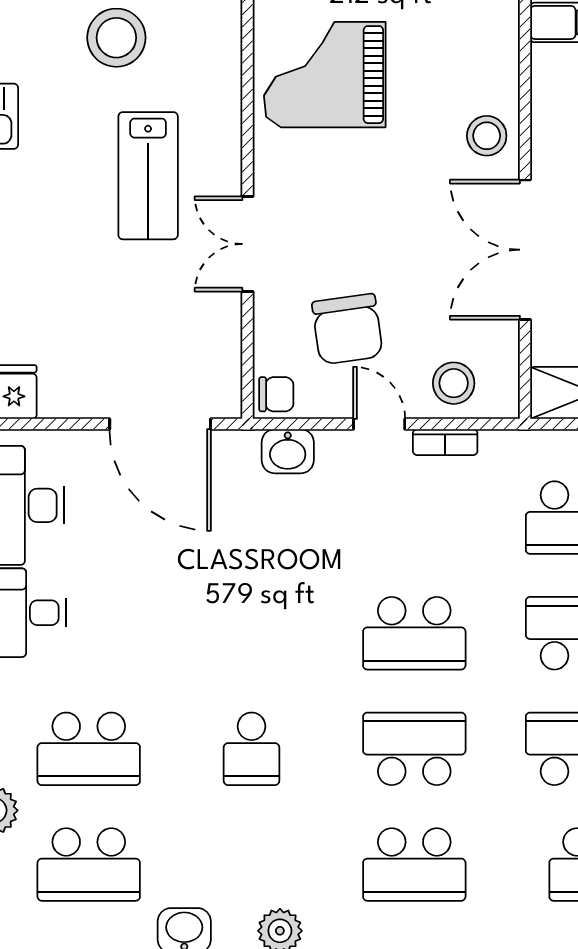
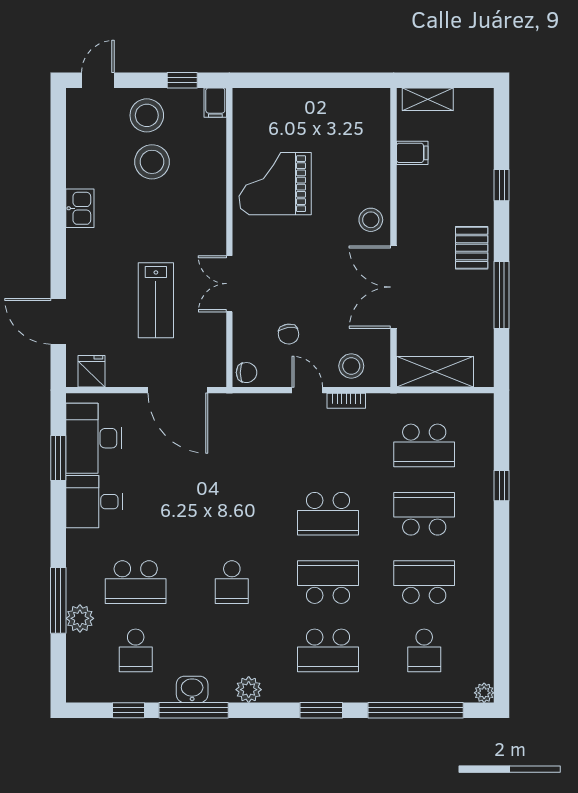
lab bench: (148, 176) -> (156, 300), moved
chair: (347, 329) -> (289, 334), width x0.54, depth x0.54
washbasin: (288, 451) -> (253, 406), removed
school desk: (89, 864) -> (136, 650), width x0.54

